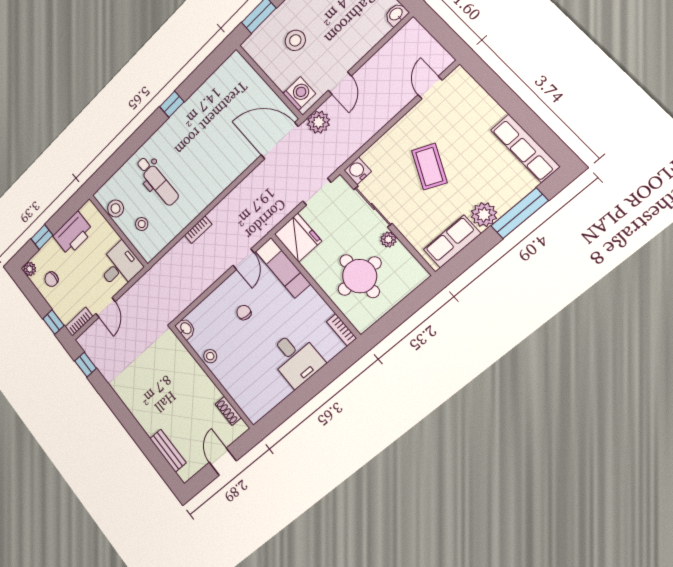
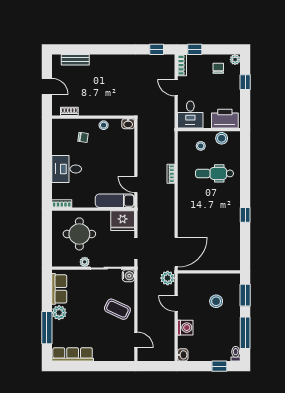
washing machine: (299, 94) -> (185, 328), moved, turned -90
coffee table: (429, 167) -> (117, 309), moved
printer: (73, 233) -> (225, 119), moved, turned 90
chair: (244, 312) -> (83, 137), moved

